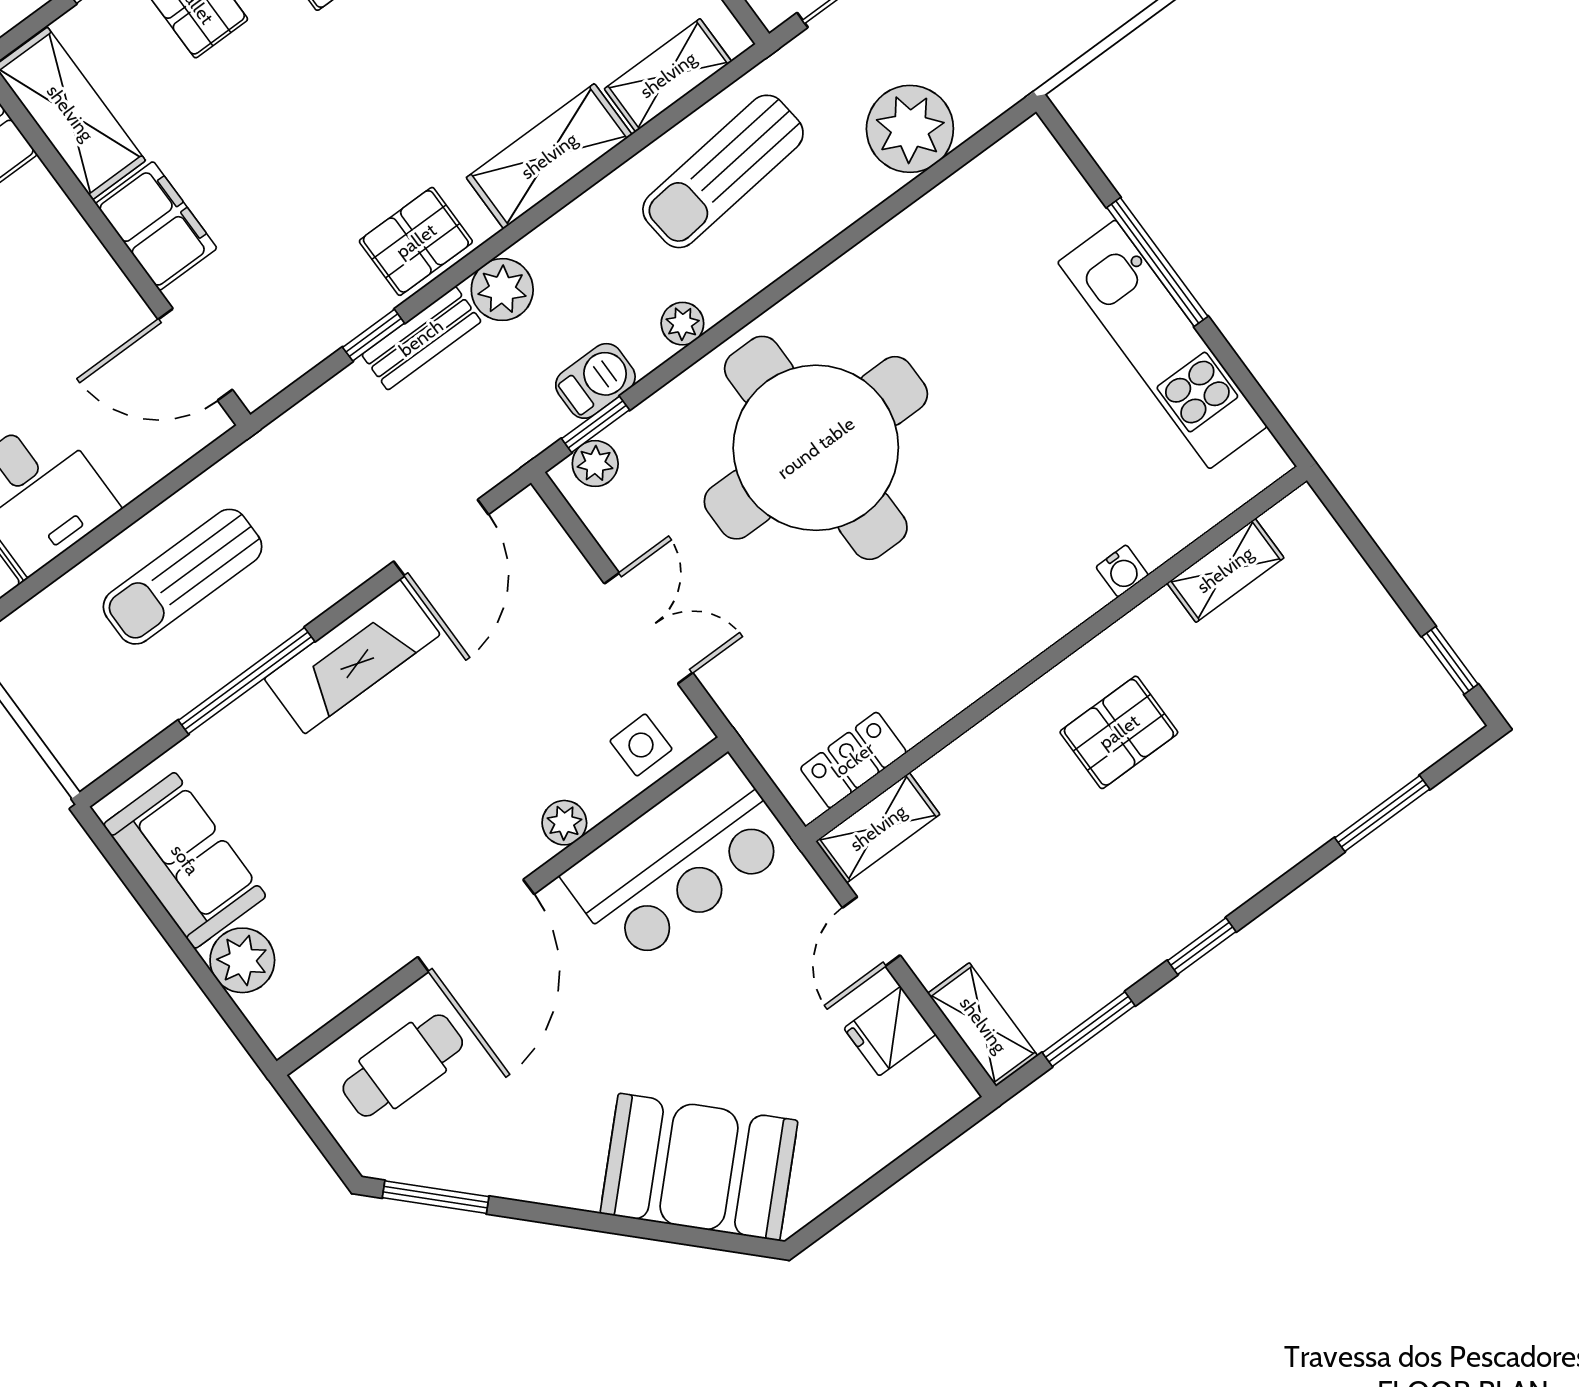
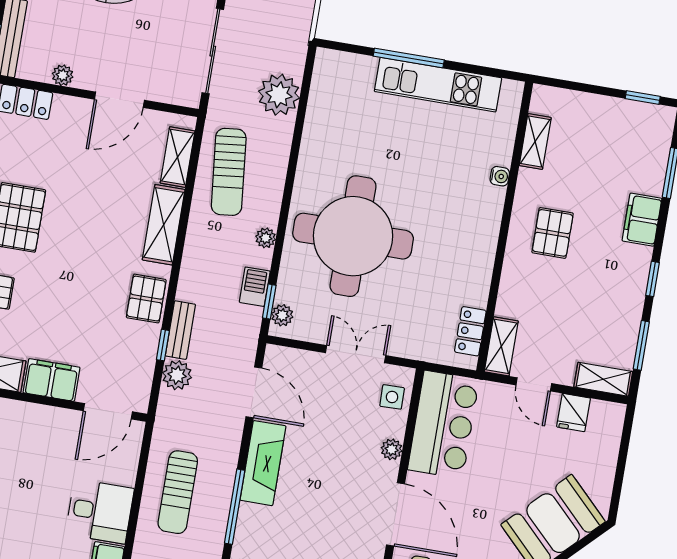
plant: (502, 290) -> (177, 375), moved
filing cabinet: (1272, 842) -> (642, 220), added

